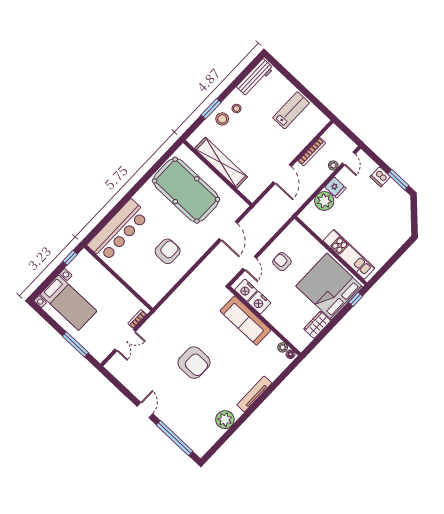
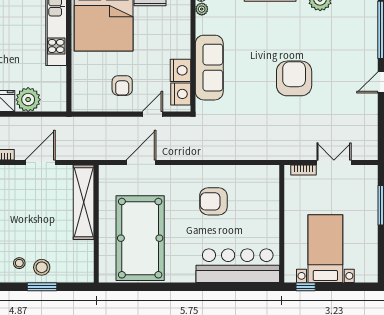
shelving: (221, 163) -> (84, 202), moved
bed with nightstands: (68, 303) -> (325, 249), moved

